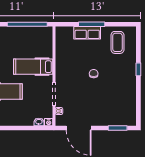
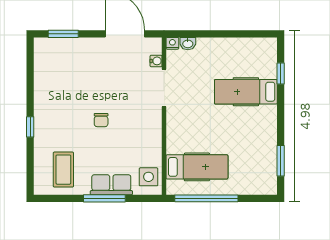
side table: (64, 38) -> (149, 177), added
hospital bed: (33, 67) -> (197, 167), moved

